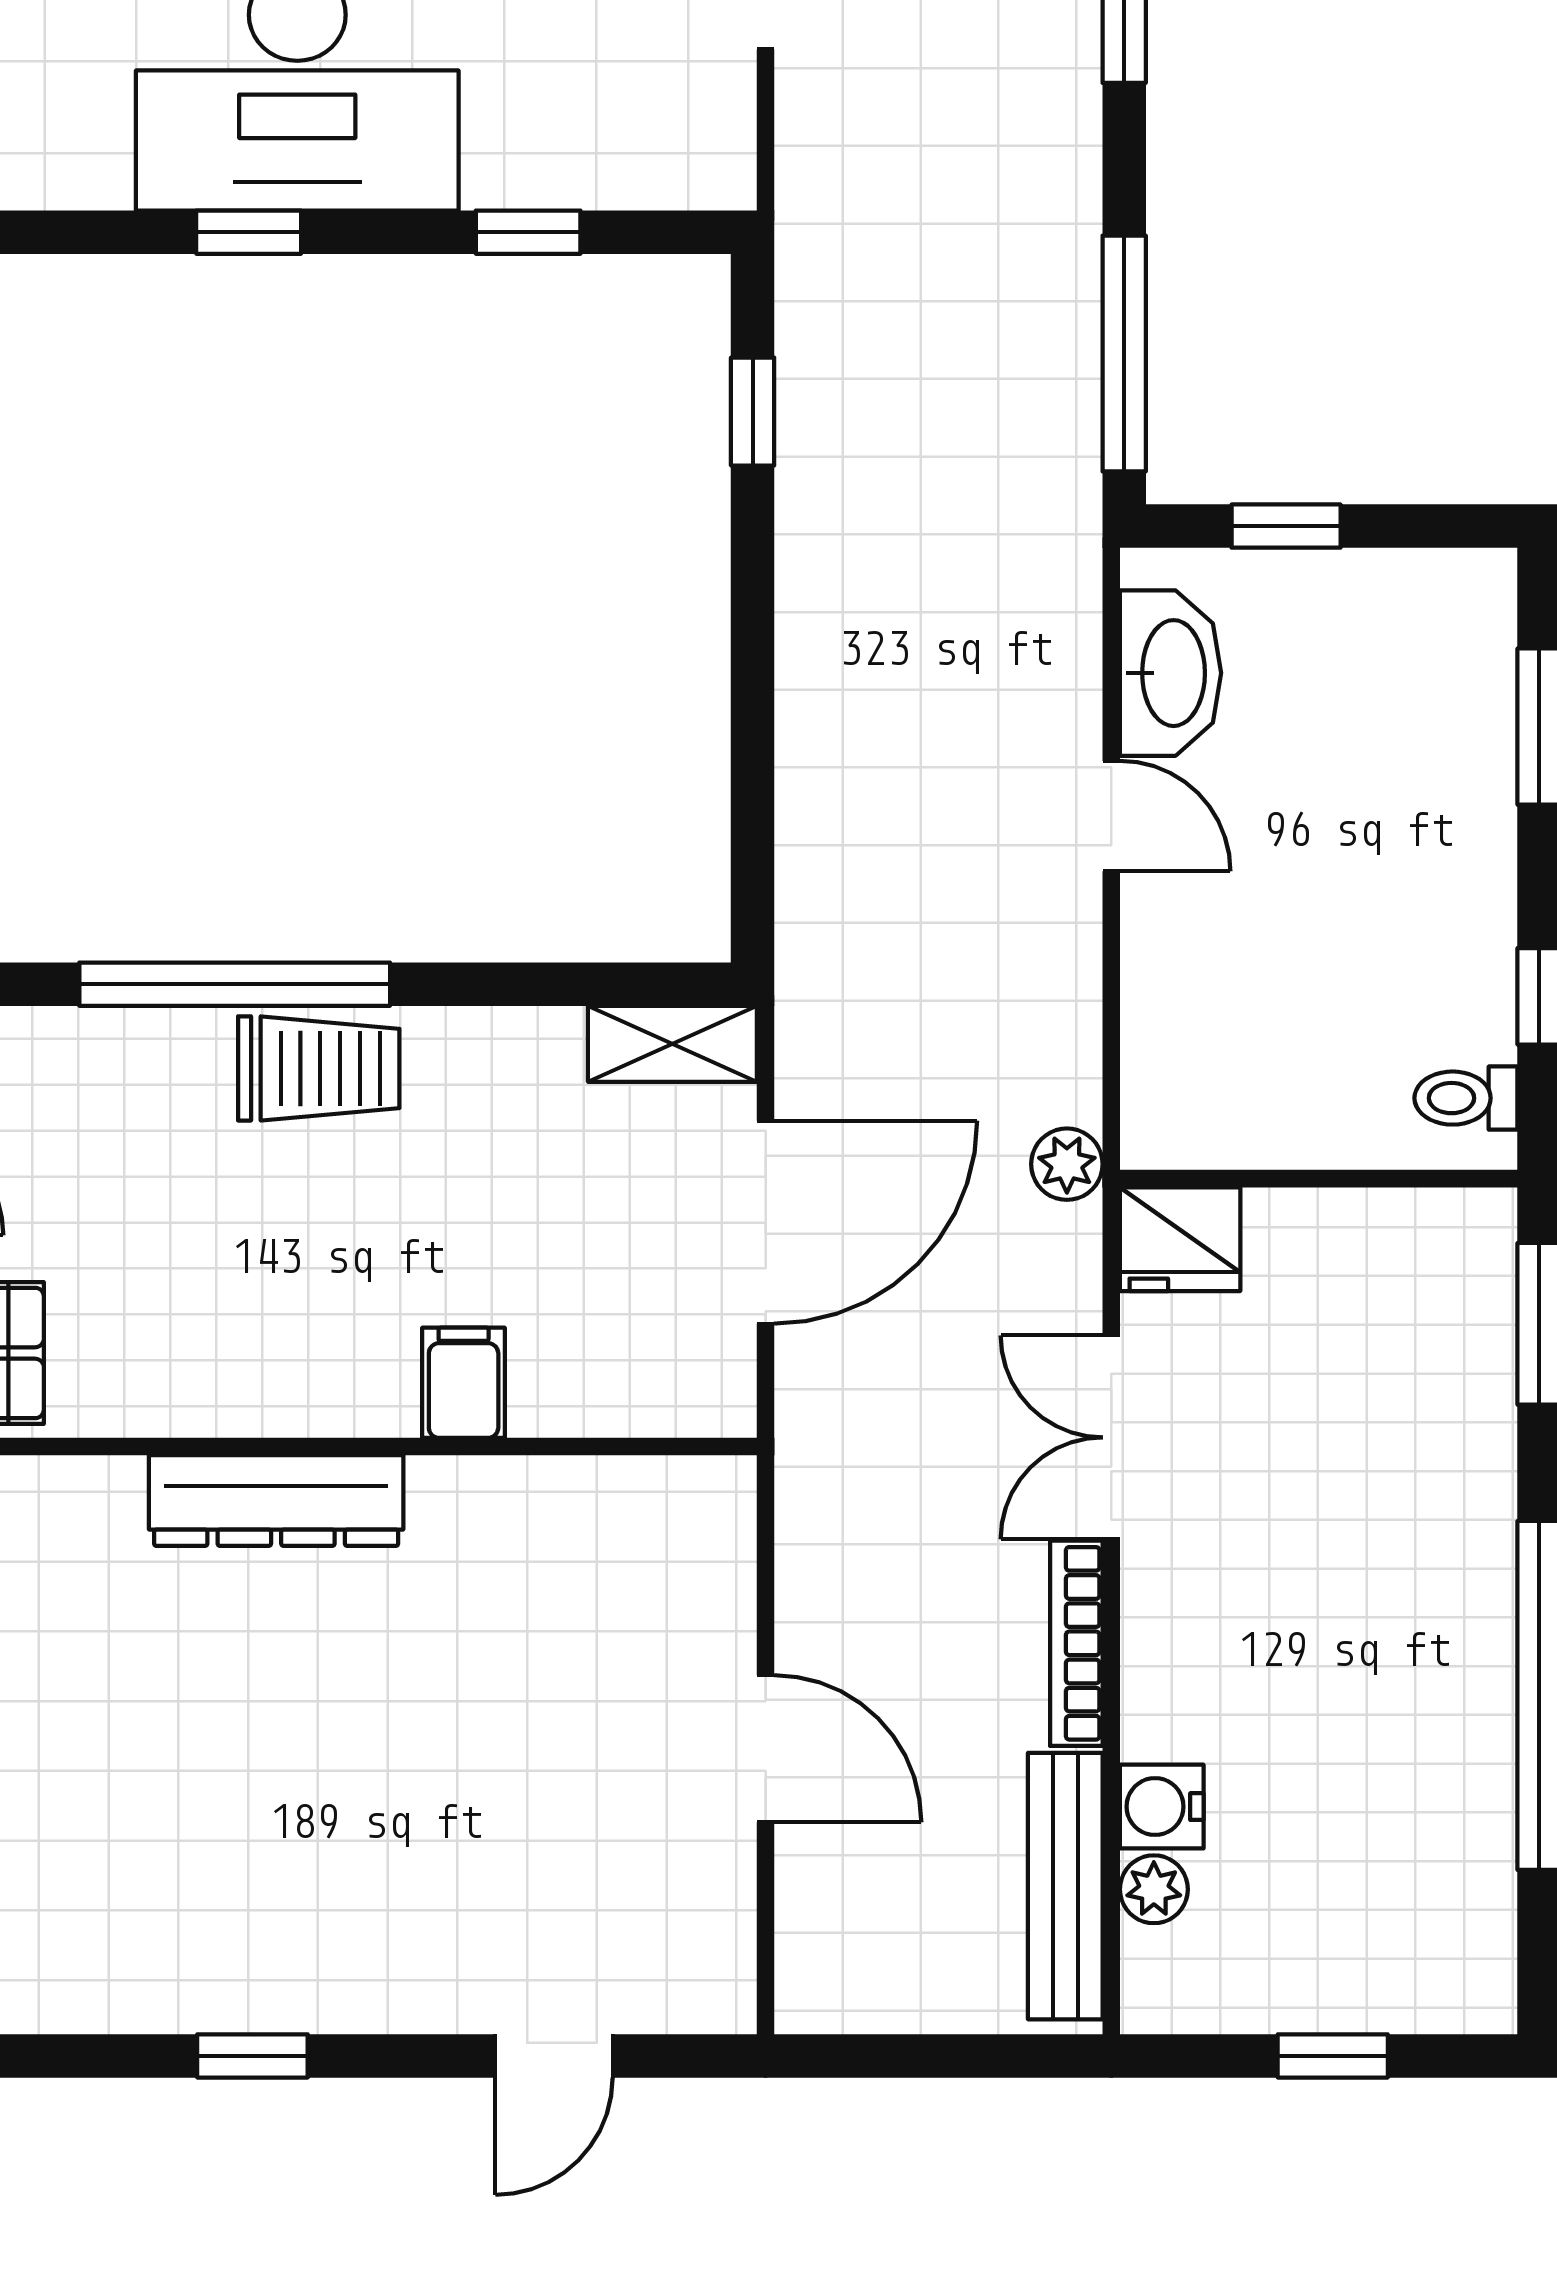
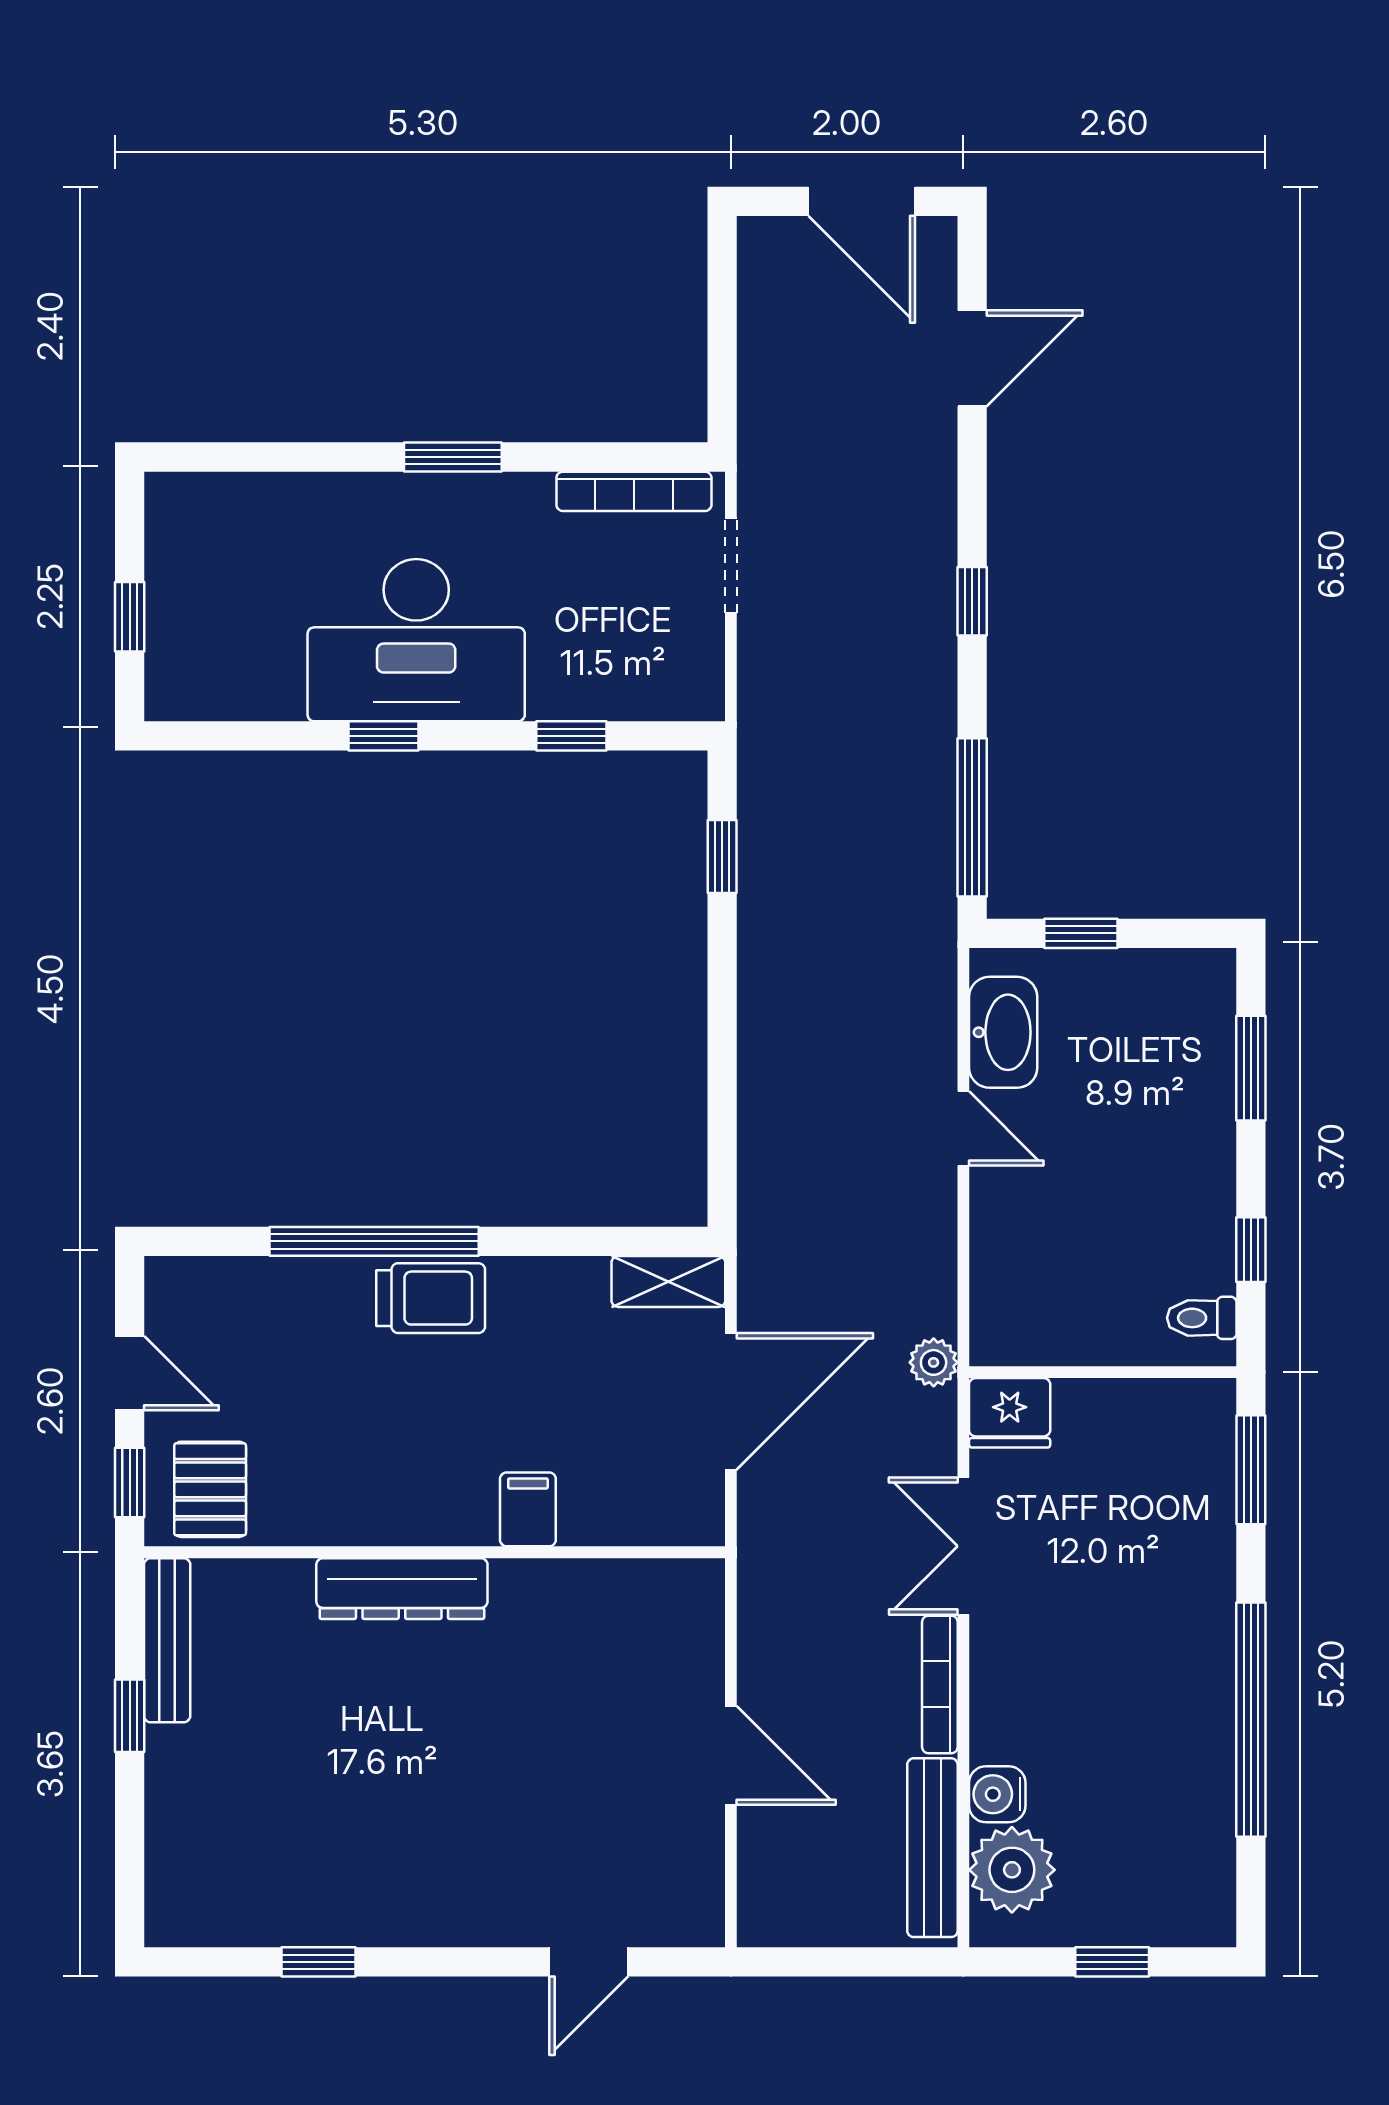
plant: (1154, 1889) -> (1012, 1870), width x1.88, depth x1.88
window: (252, 2056) -> (318, 1962), moved

